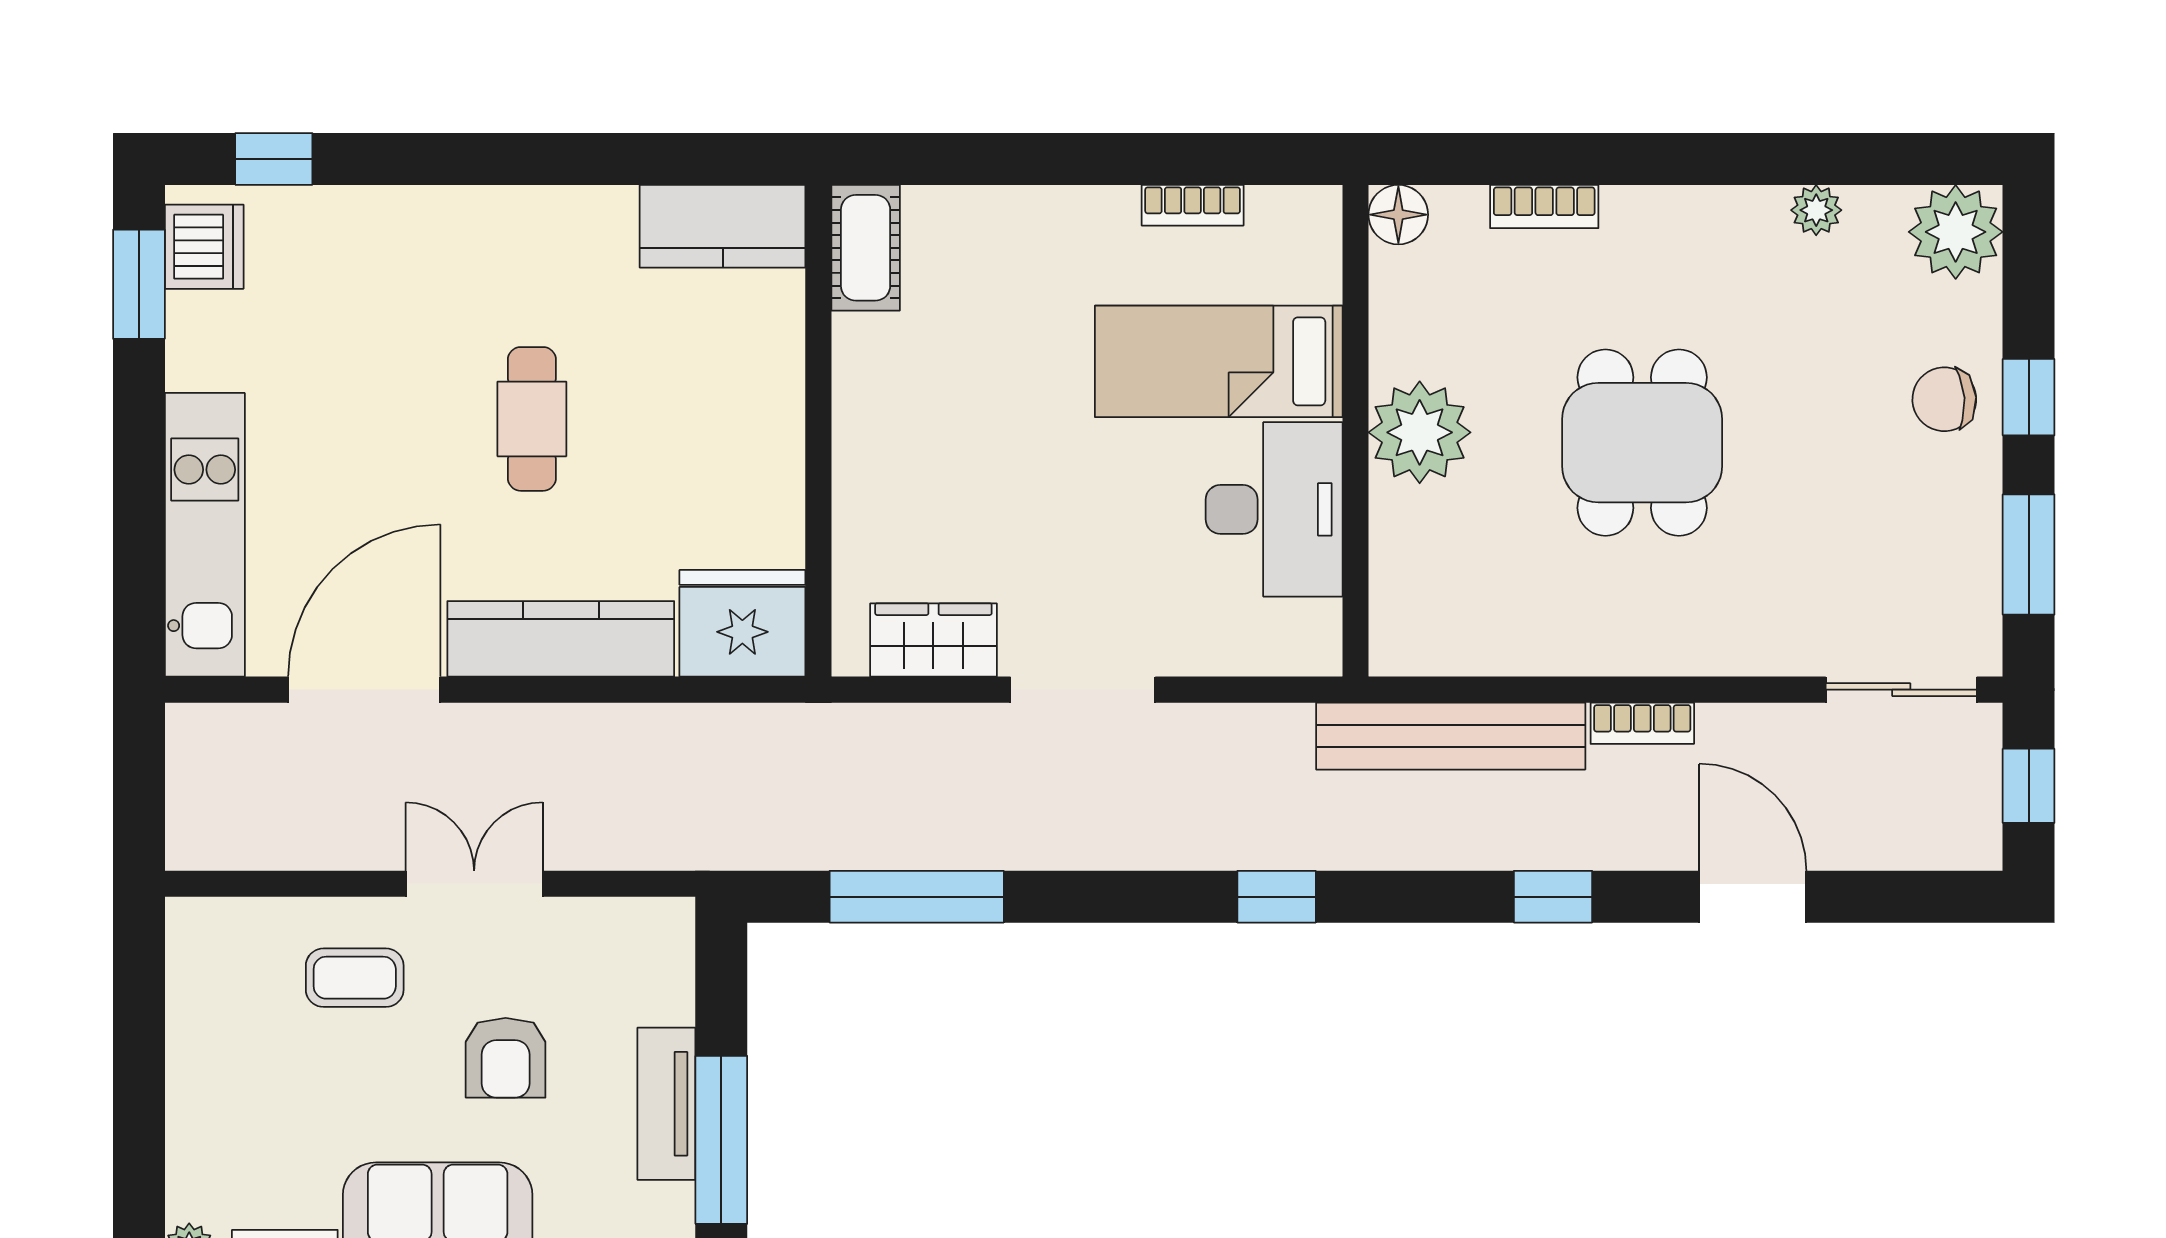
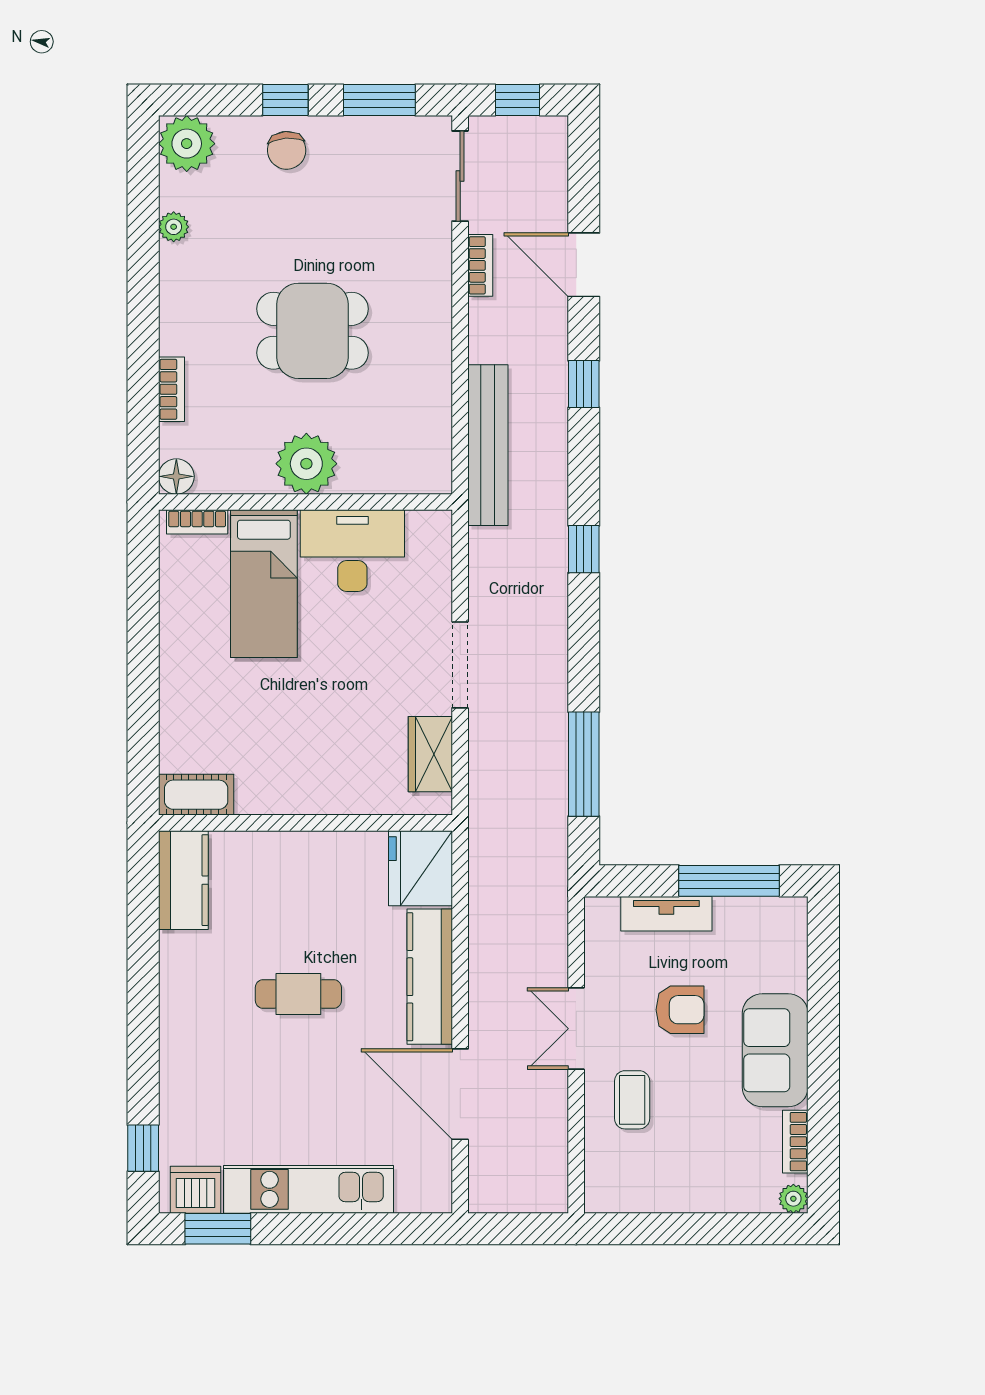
bookcase: (1193, 205) -> (197, 522), moved, turned 90
kitchen unit: (205, 535) -> (308, 1189), moved
bookcase: (1642, 723) -> (480, 265), moved
door: (1753, 897) -> (584, 265), hinge flipped
tv unit: (666, 1104) -> (666, 914), moved

